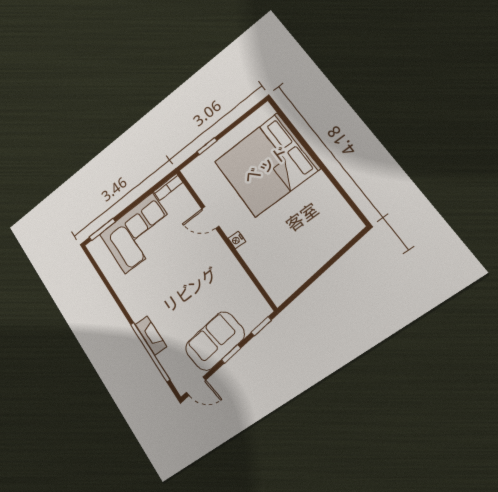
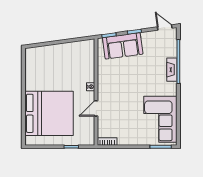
door: (210, 217) -> (96, 108), swing flipped
corner sofa: (139, 233) -> (160, 119), moved, turned -90
sofa: (215, 341) -> (123, 46), moved

